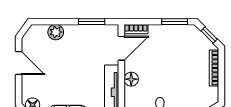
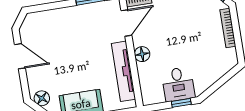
plant: (56, 32) -> (54, 17), removed

